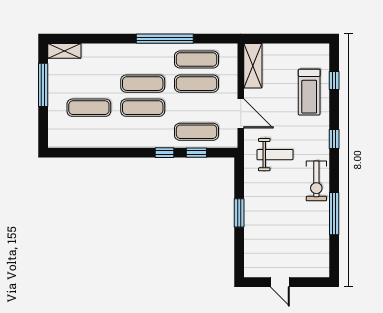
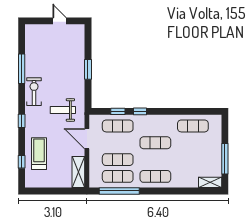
window: (165, 39) -> (119, 191), moved
exercise mat: (143, 84) -> (155, 176), moved
exercise mat: (89, 108) -> (193, 126), moved

